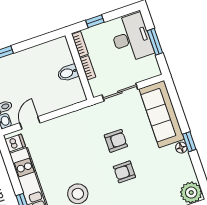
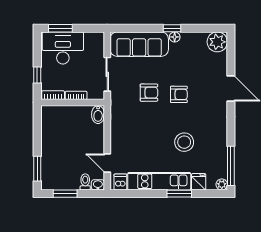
window: (155, 42) -> (60, 28), moved
bidet: (68, 73) -> (98, 114), moved
armchair: (116, 141) -> (149, 93), turned 90
armchair: (124, 172) -> (179, 94), turned -90

